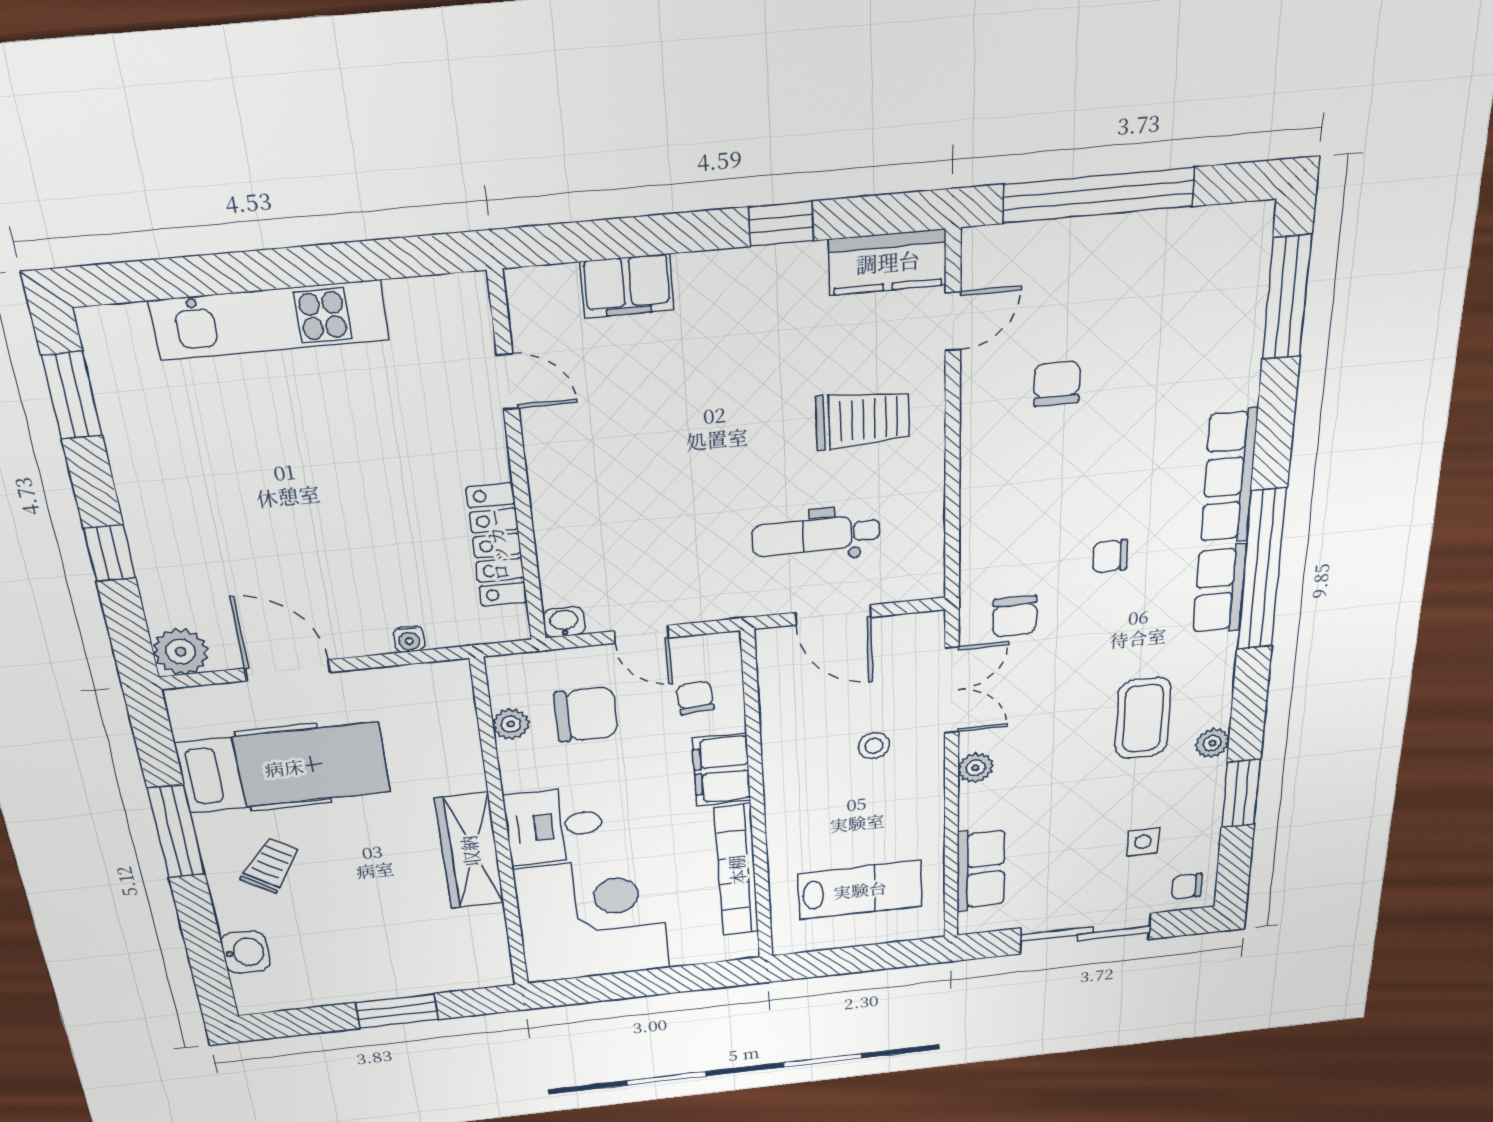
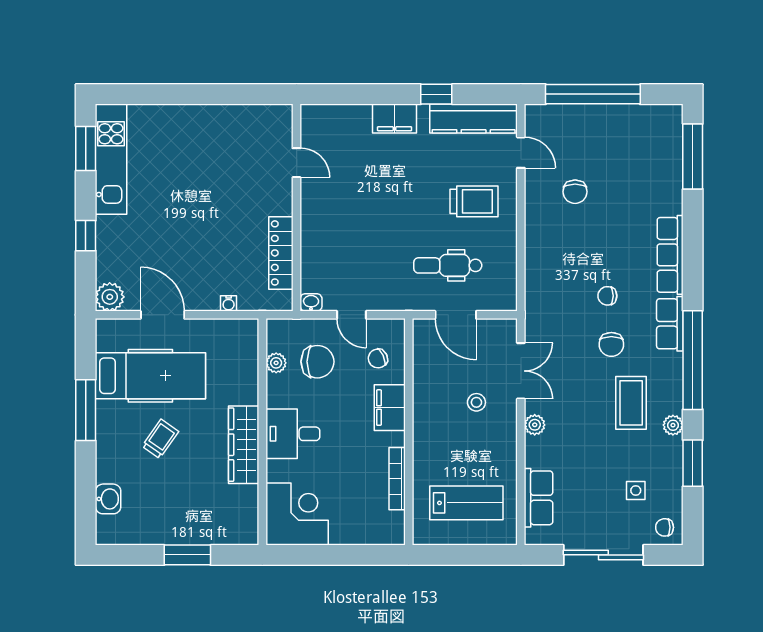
kitchen counter: (888, 262) -> (474, 118), width x1.50
filing cabinet: (627, 286) -> (395, 119), moved
kitchen unit: (270, 320) -> (111, 159), moved, turned -90
door: (953, 321) -> (521, 153), hinge flipped
chair: (1057, 383) -> (575, 192), turned 180
window: (1261, 570) -> (693, 360), moved
chair: (1015, 616) -> (611, 344), moved
chair: (695, 698) -> (378, 358), turned -110
trolley: (270, 865) -> (160, 439), moved
bookcase: (737, 870) -> (397, 479), width x0.68, depth x0.76
corner desk: (592, 919) -> (297, 514), width x0.74, depth x0.74

